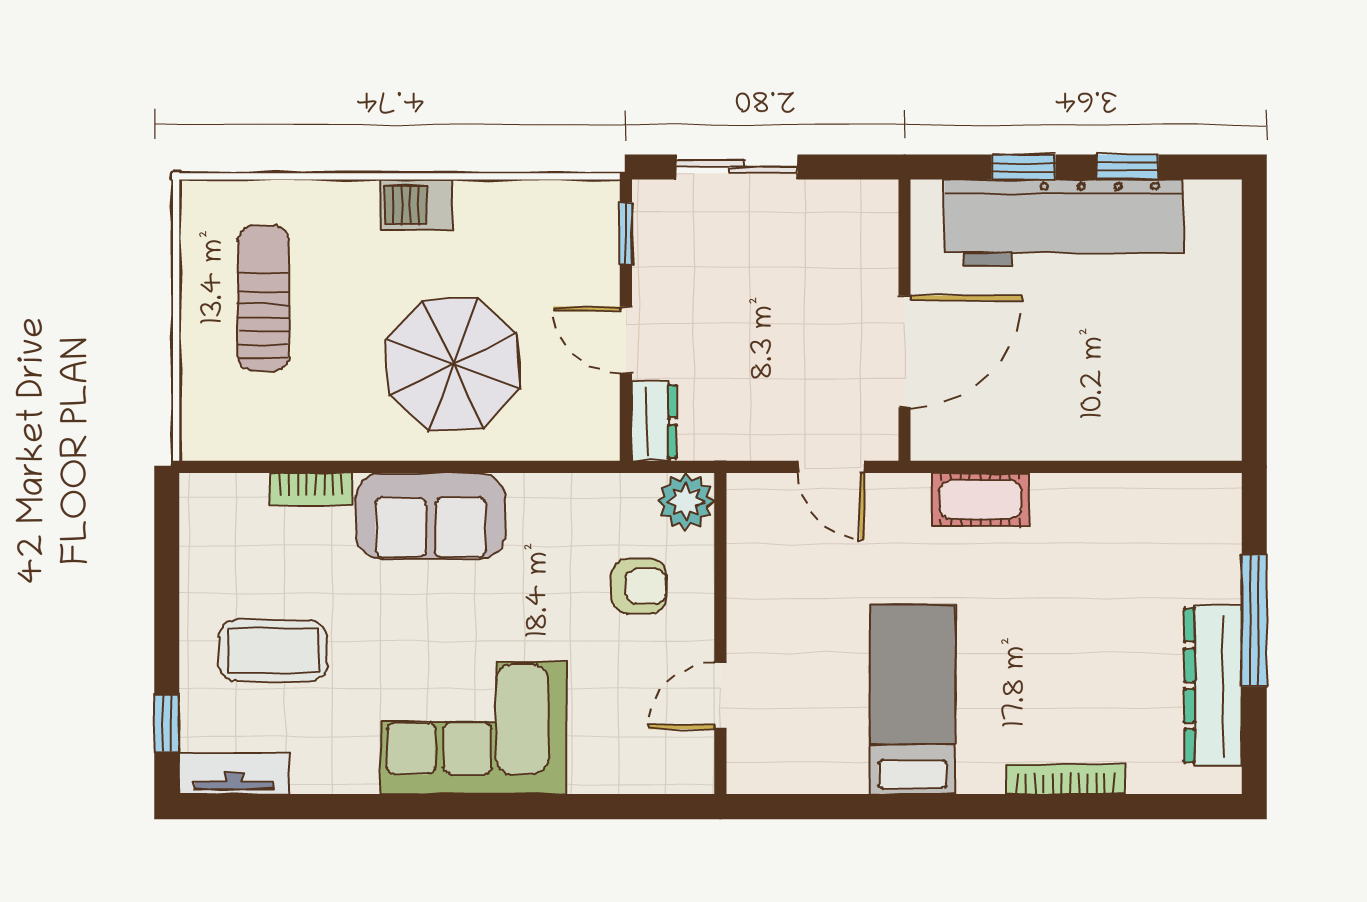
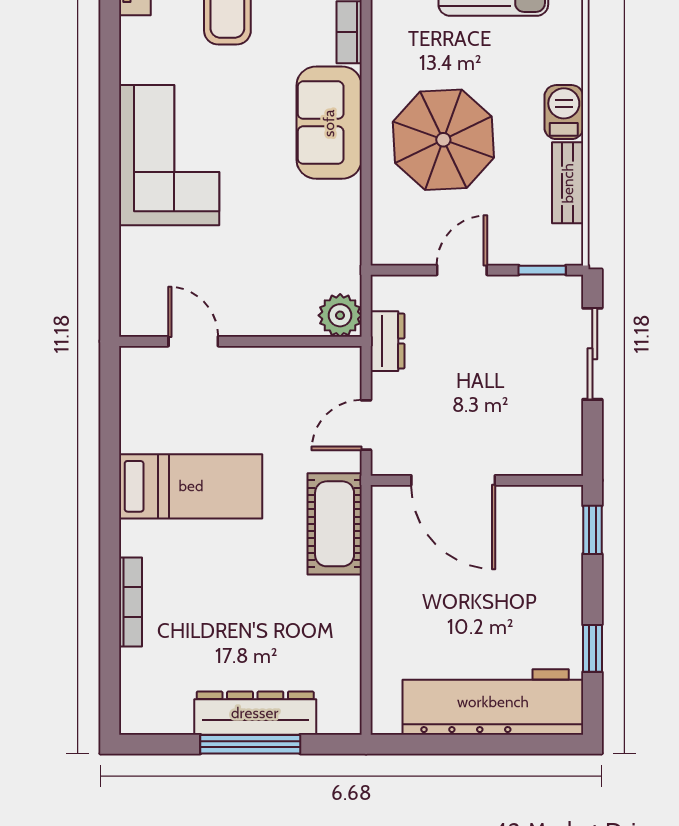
window: (1024, 167) -> (592, 530), moved
bench: (510, 200) -> (568, 183), added
workbench: (1064, 223) -> (493, 702), moved, turned 90
dresser: (654, 421) -> (387, 341), moved, turned -90
cot: (980, 500) -> (335, 524), width x1.37, depth x1.34
armchair: (639, 586) -> (276, 280), removed
dresser: (1213, 685) -> (255, 713), moved

